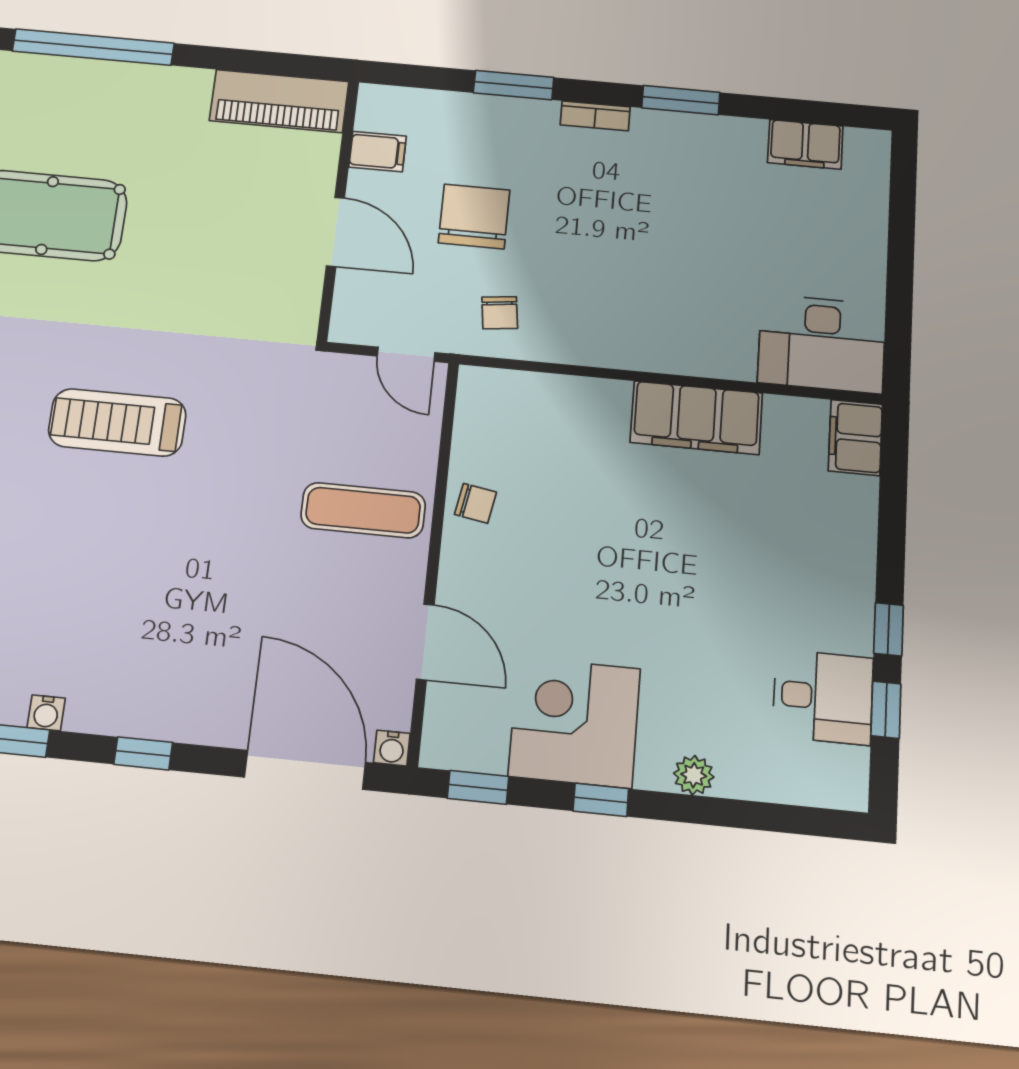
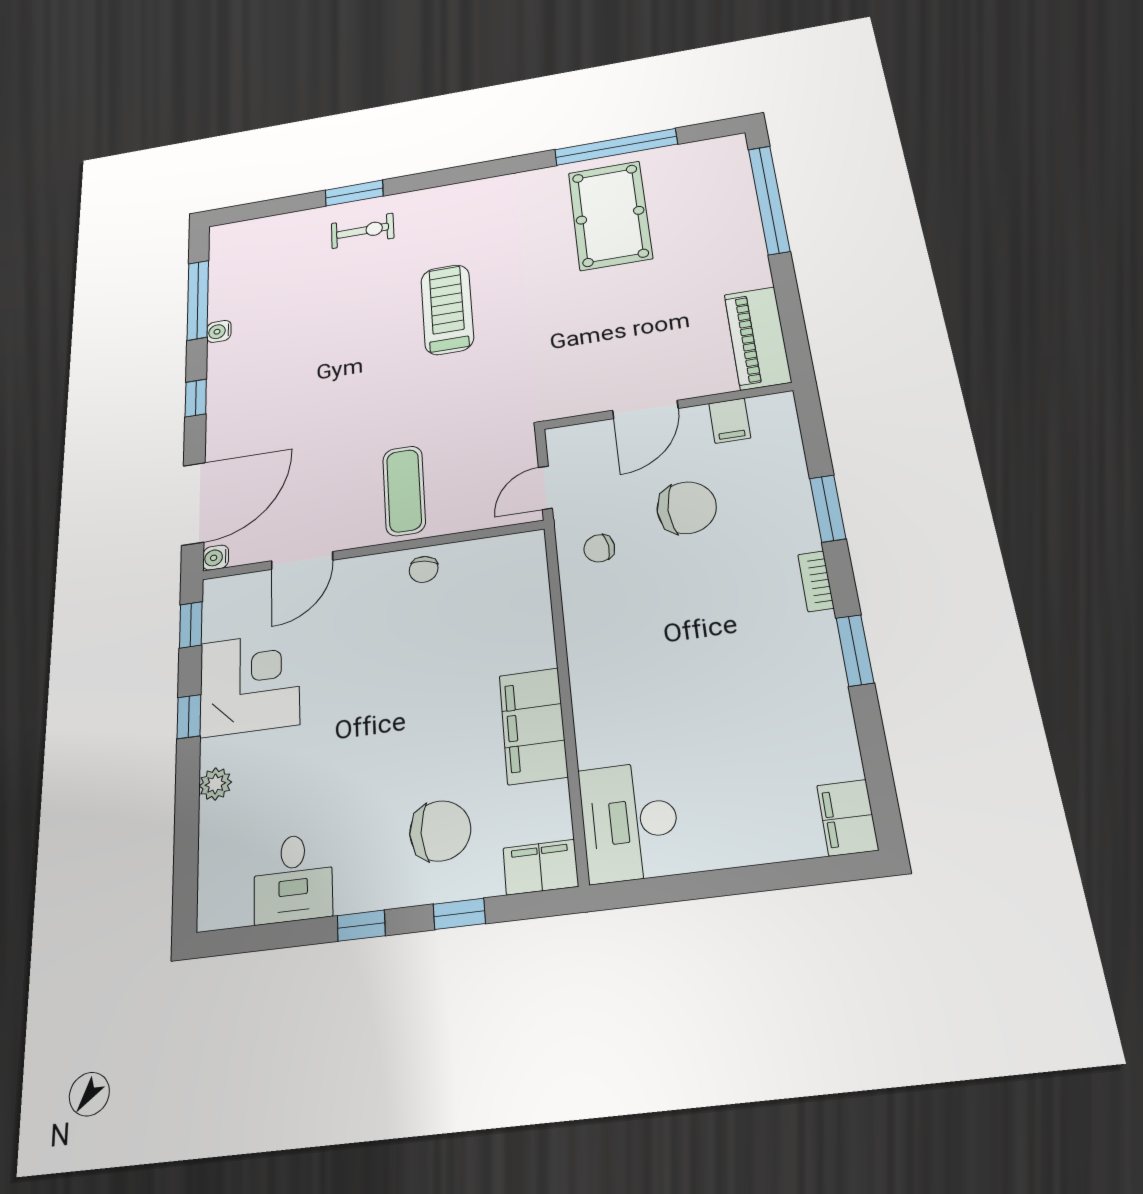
filing cabinet: (805, 144) -> (848, 818), moved
chair: (797, 532) -> (440, 831), added
window: (886, 710) -> (459, 914), moved

